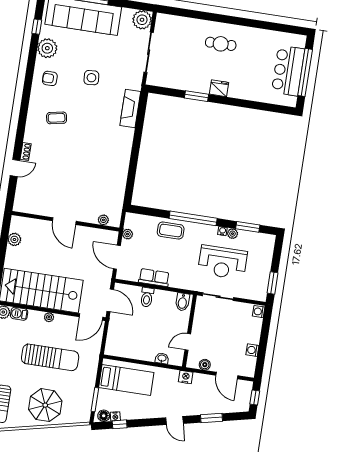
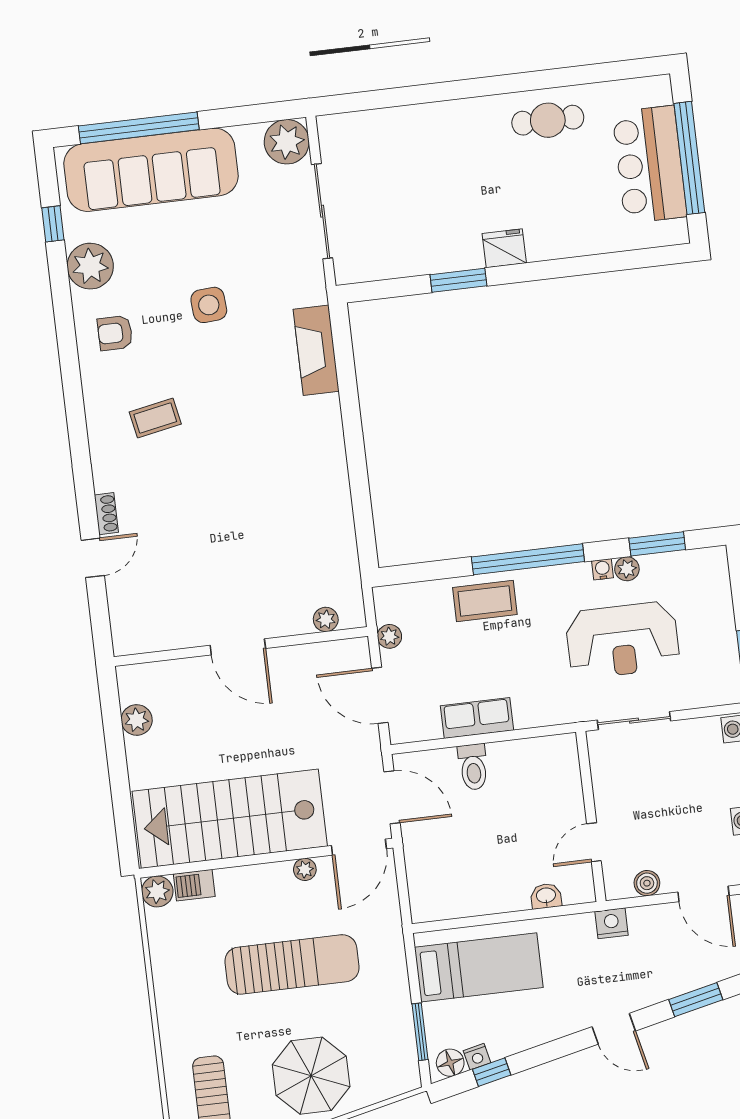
cafe table: (221, 44) -> (548, 120), moved
bidet: (182, 302) -> (557, 755), removed
plant: (49, 317) -> (305, 869), moved

